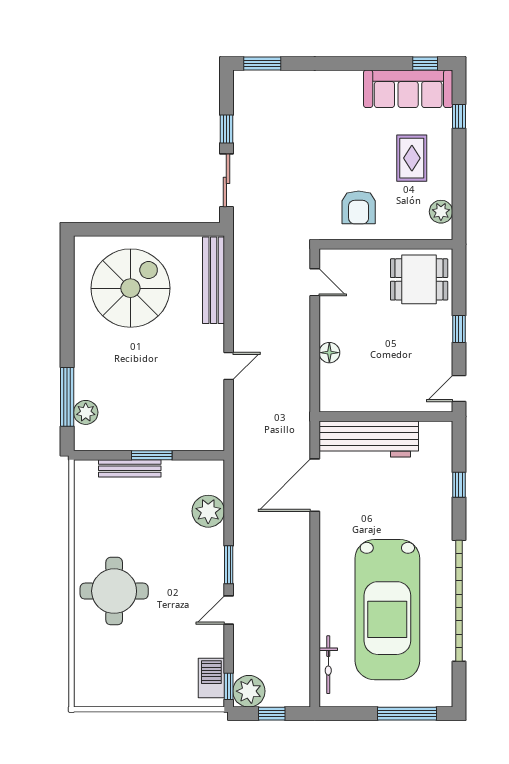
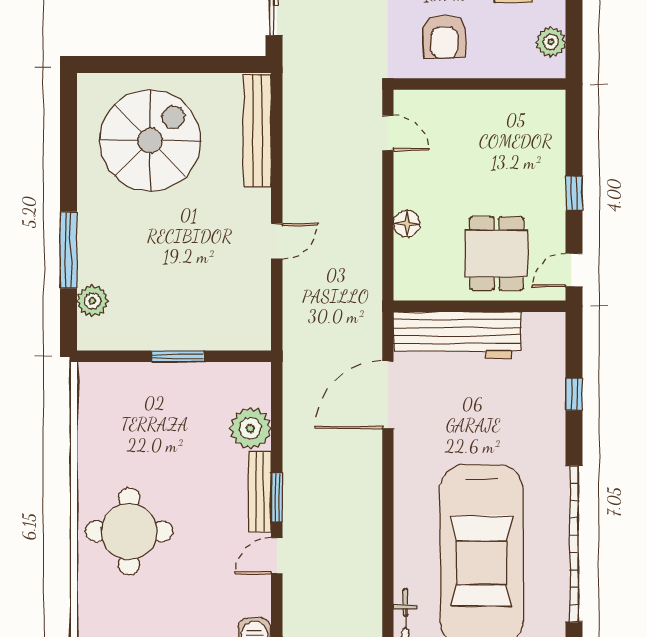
dining table: (419, 279) -> (496, 254), moved, turned 90
window: (67, 397) -> (68, 250), moved
bench: (130, 468) -> (260, 491), moved, turned 90

